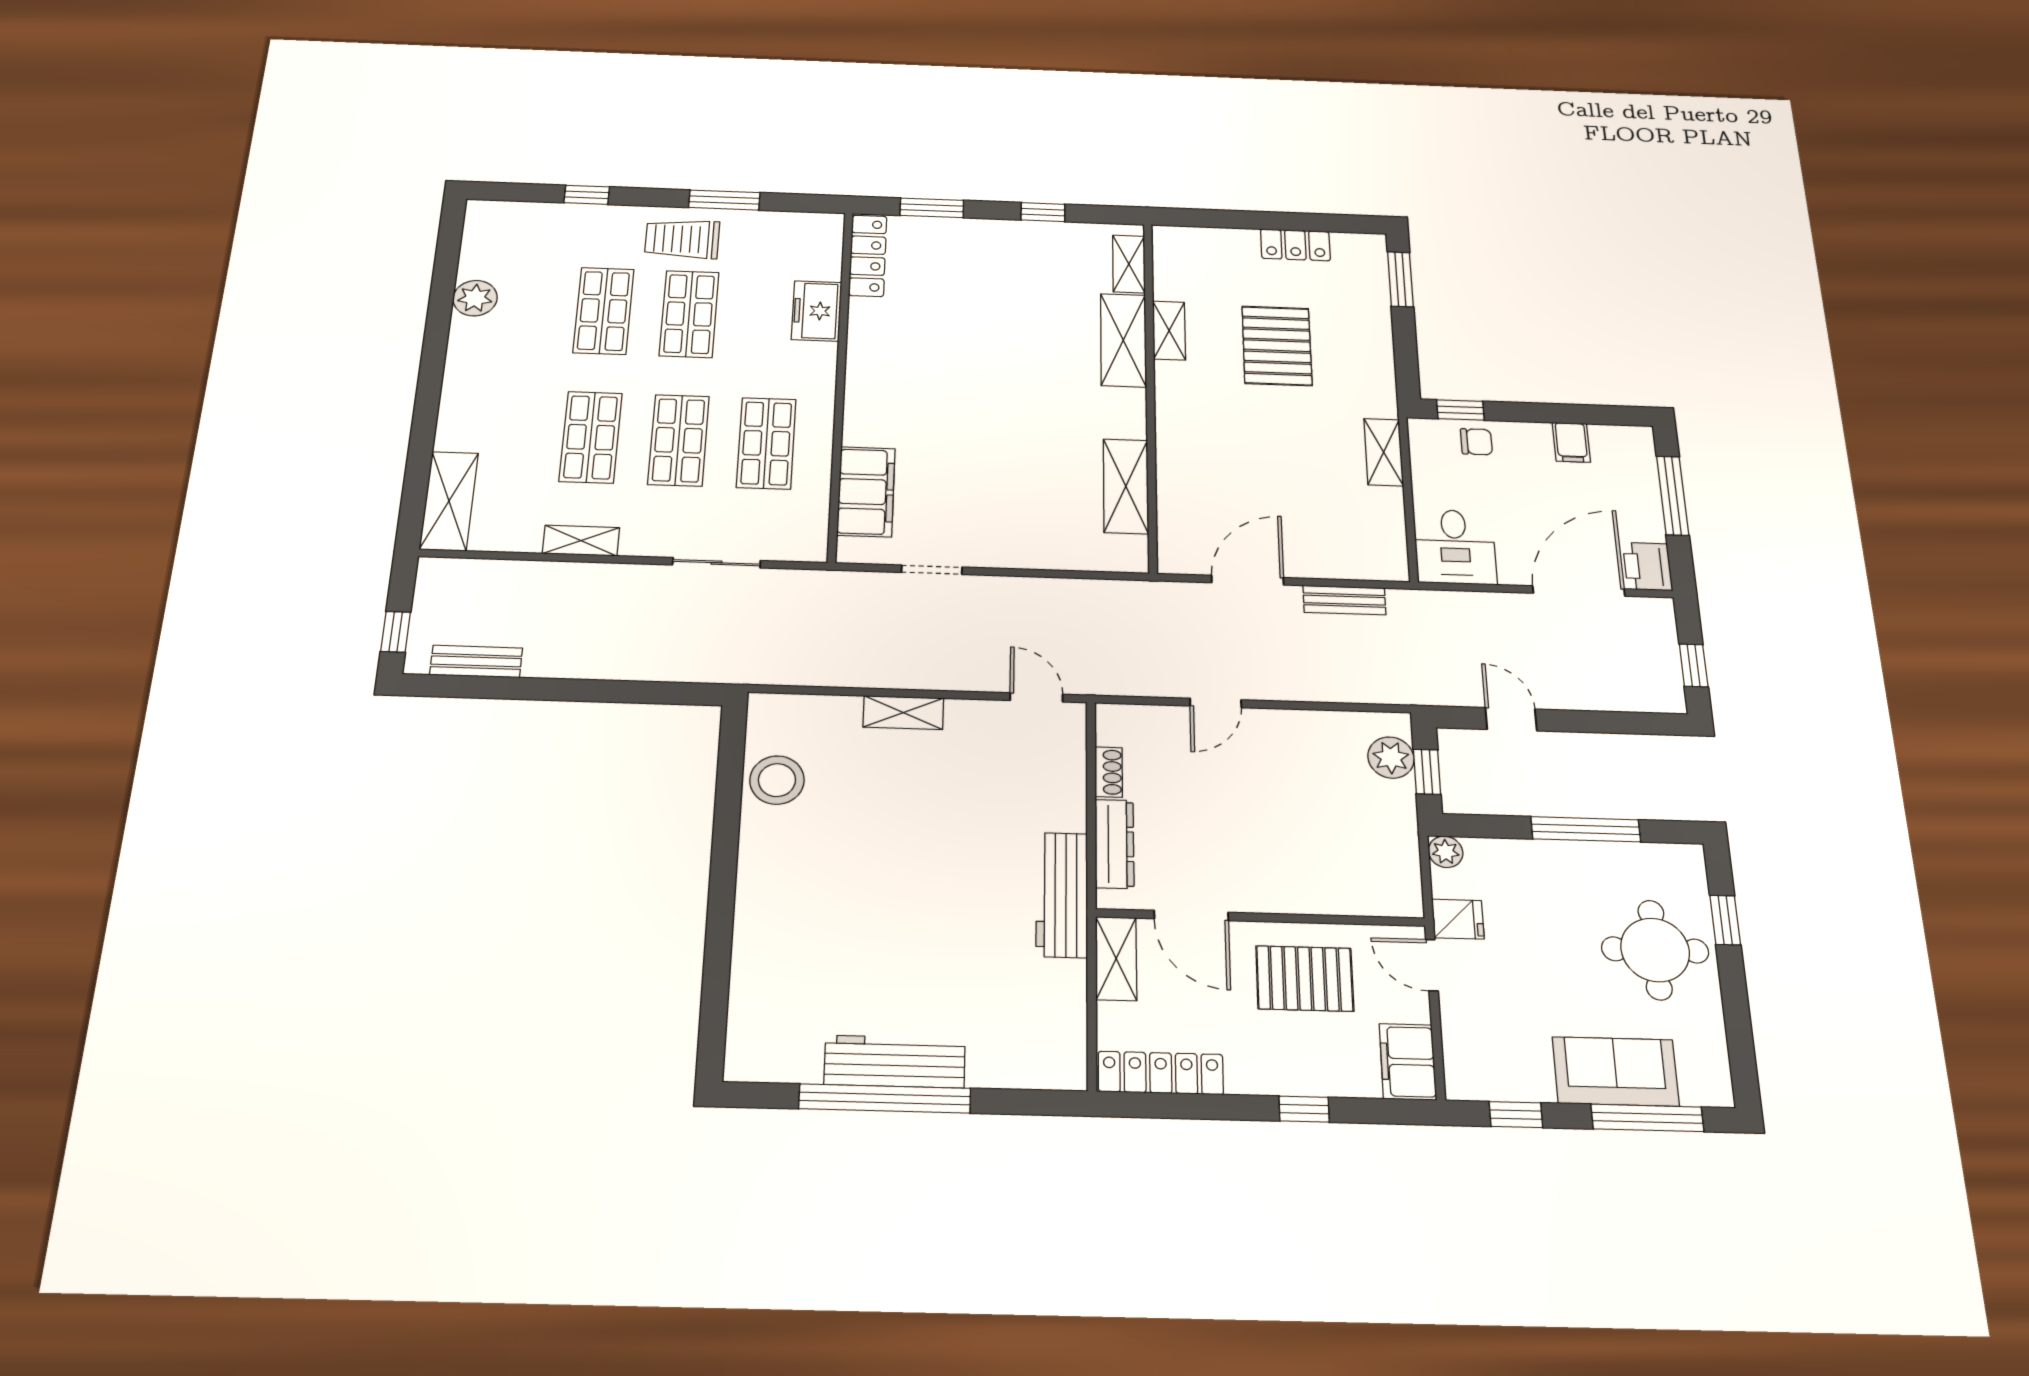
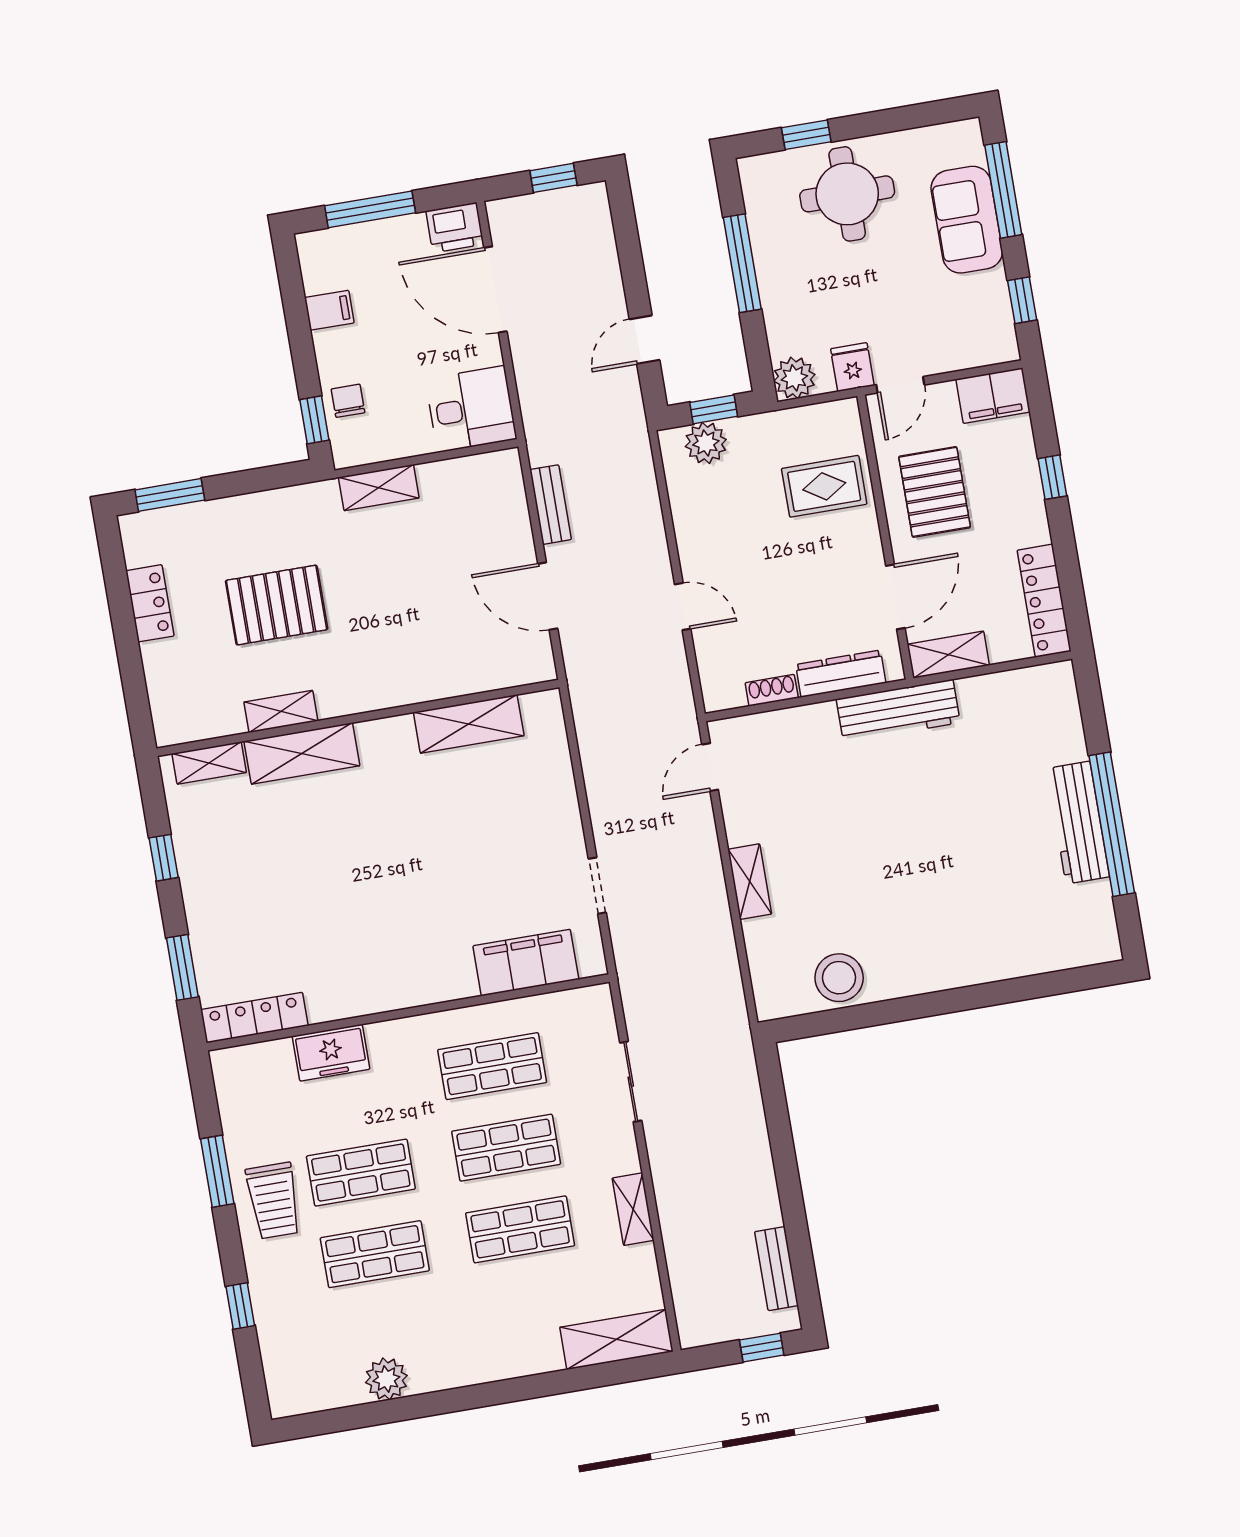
plant: (1446, 852) -> (794, 378), width x1.38, depth x1.38
rug: (1327, 866) -> (824, 486), added

